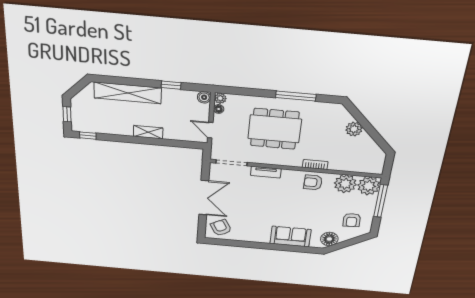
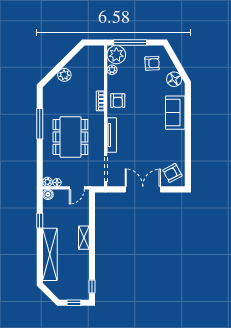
tv unit: (266, 172) -> (112, 135), width x1.41
plant: (345, 184) -> (112, 70), width x0.53, depth x0.53

